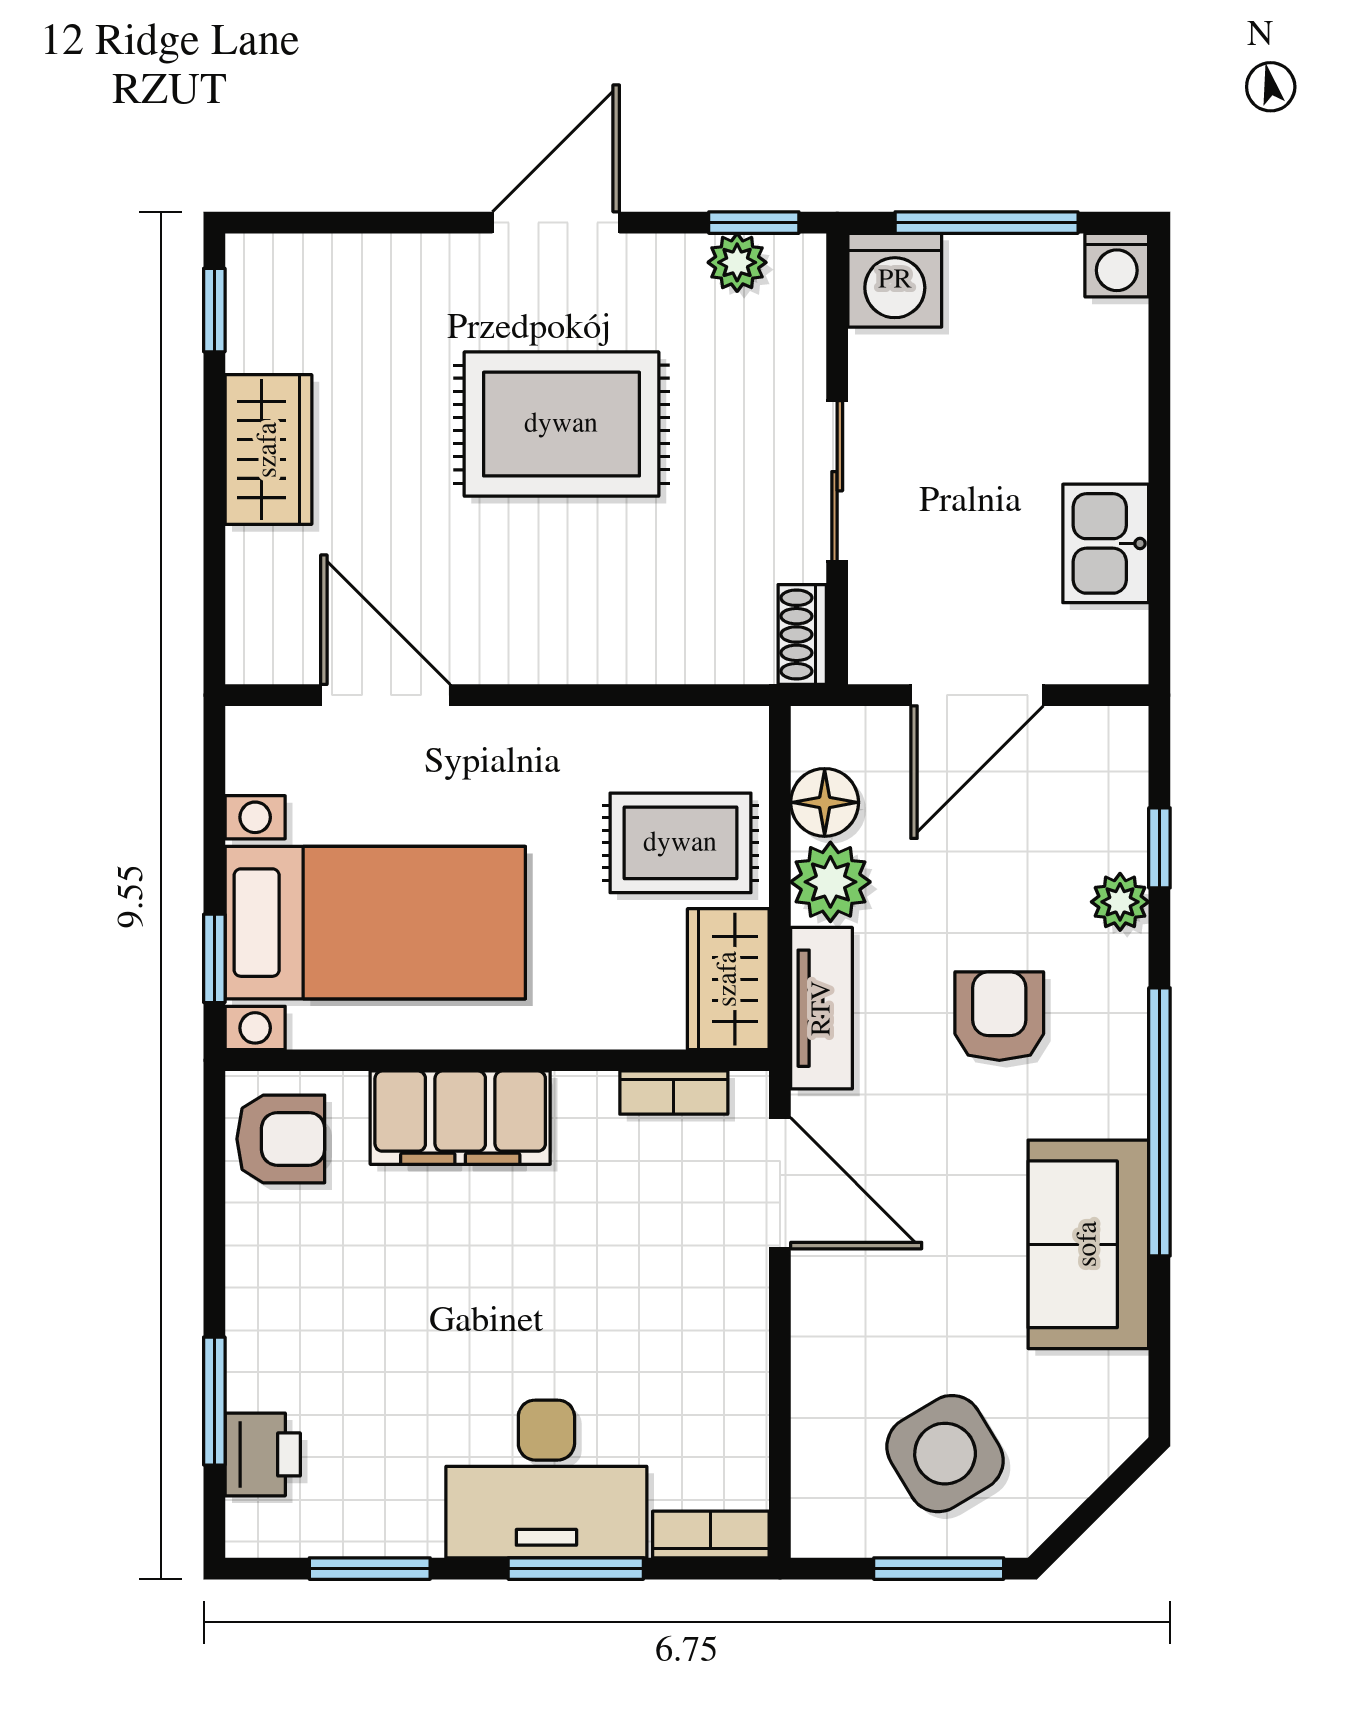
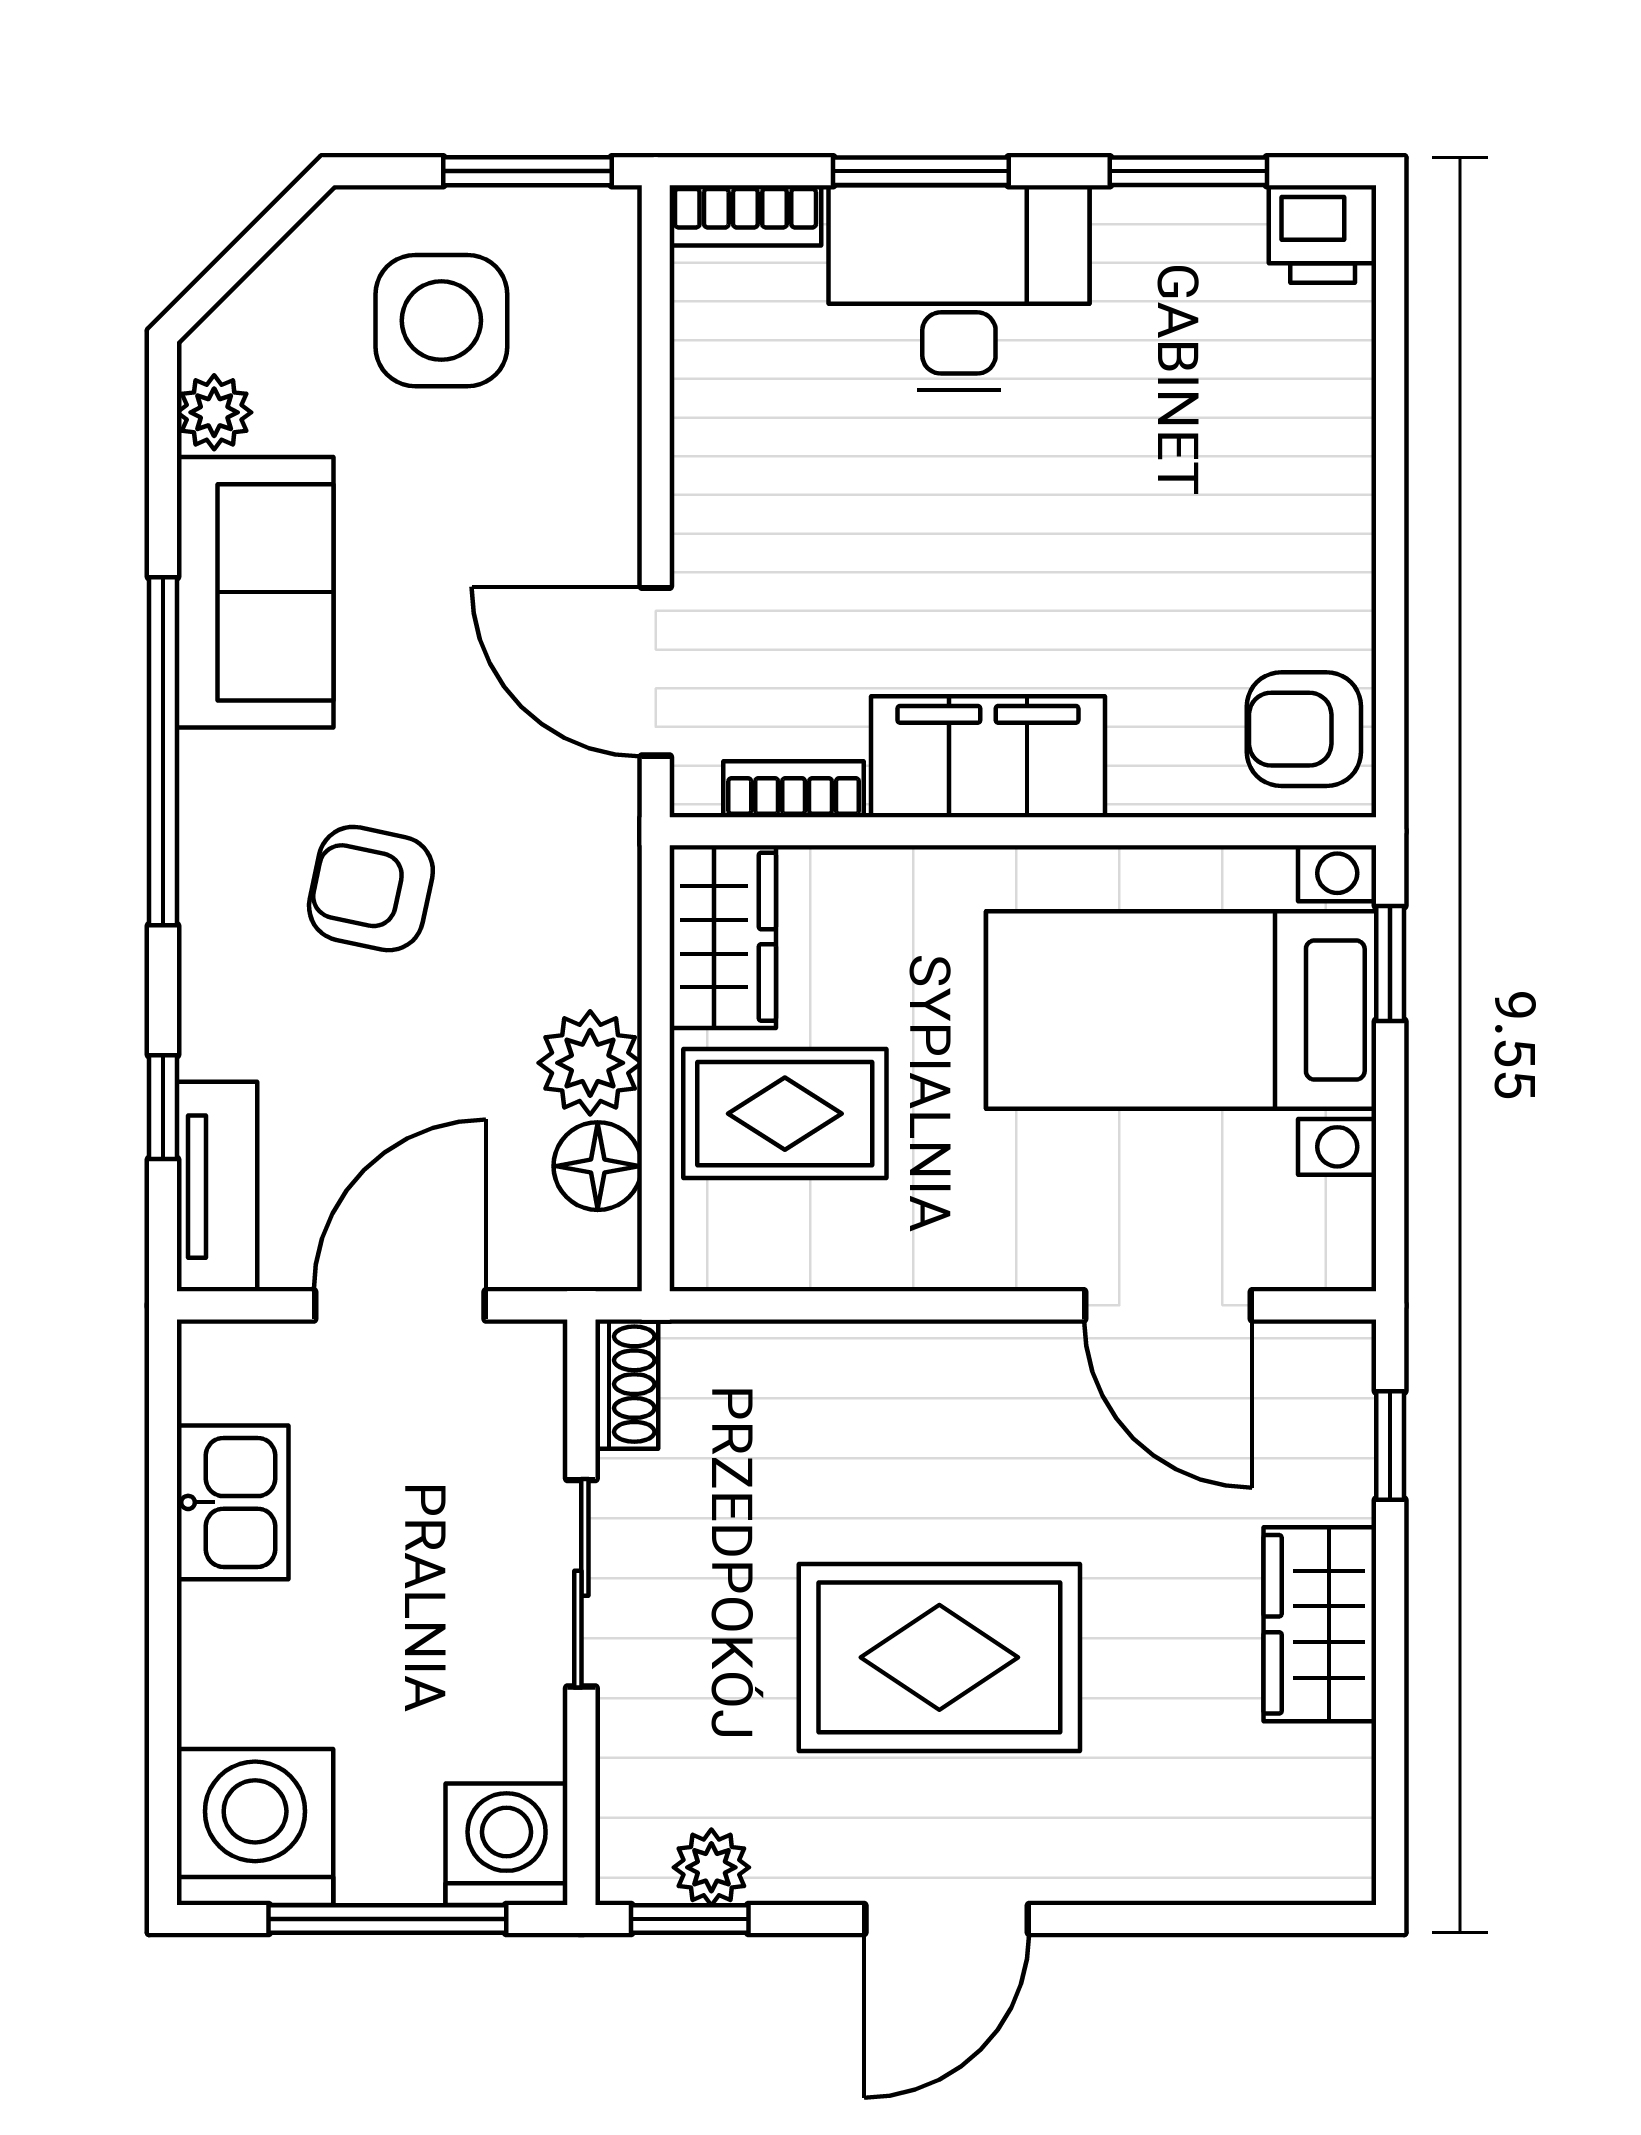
washing machine: (1117, 265) -> (255, 1827), width x1.89, depth x1.89
window: (214, 310) -> (1390, 1446), moved
plant: (1120, 902) -> (214, 412), moved
tv unit: (822, 1008) -> (217, 1187), moved, turned 180
armchair: (999, 1016) -> (371, 889), turned 102
filing cabinet: (460, 1118) -> (988, 757), moved
window: (214, 1401) -> (1390, 389), removed
printer: (263, 1454) -> (1323, 234), moved, turned -90
side table: (945, 1454) -> (441, 321), turned 31
window: (939, 1569) -> (527, 171), moved

